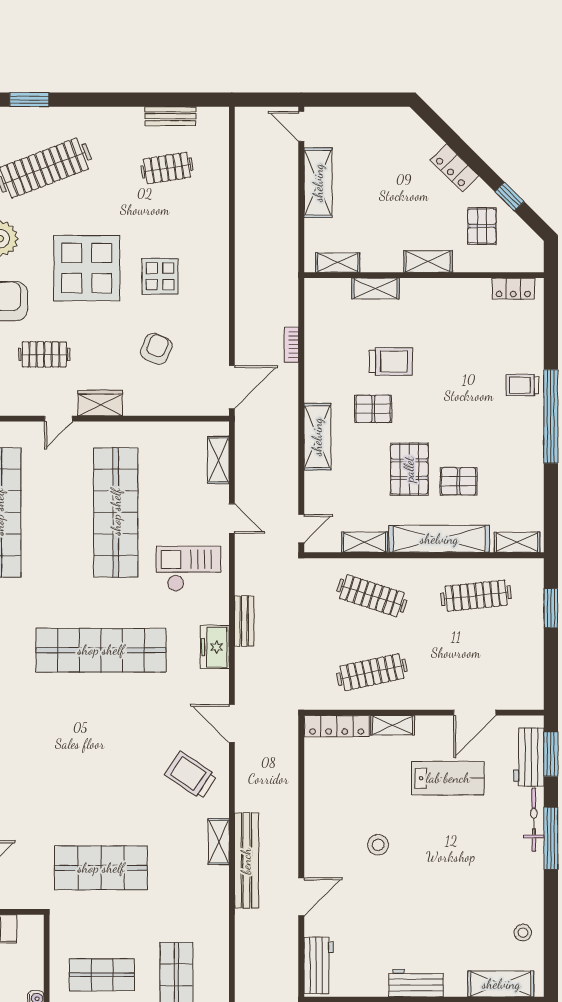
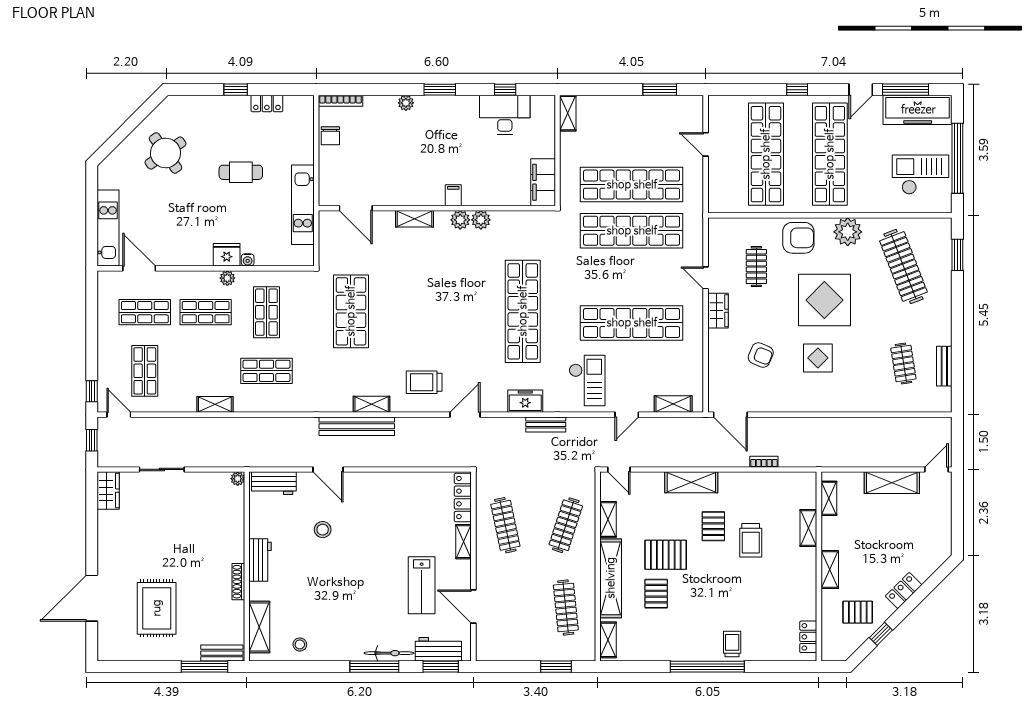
trolley: (191, 775) -> (424, 382), turned -124
stool: (378, 845) -> (323, 530), moved

